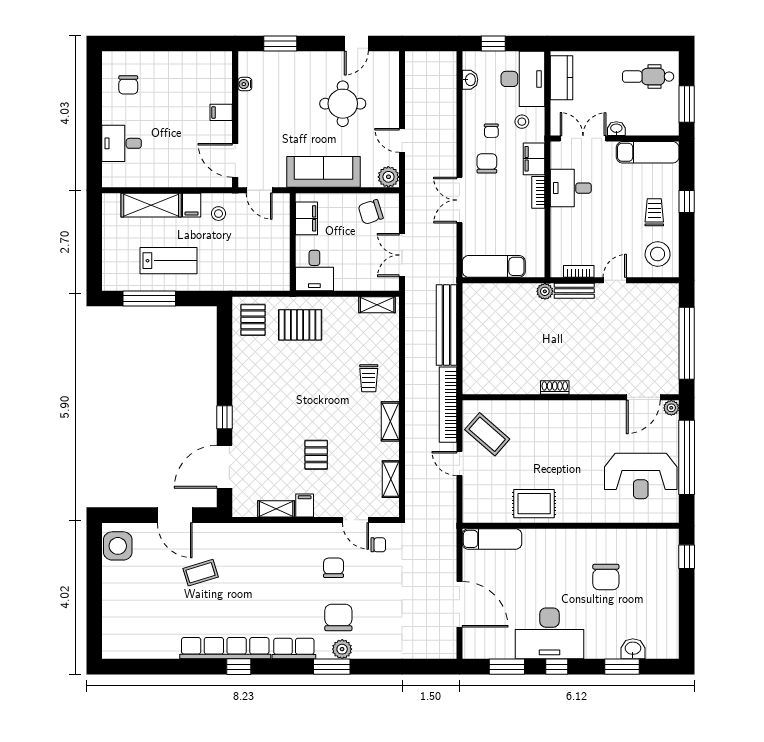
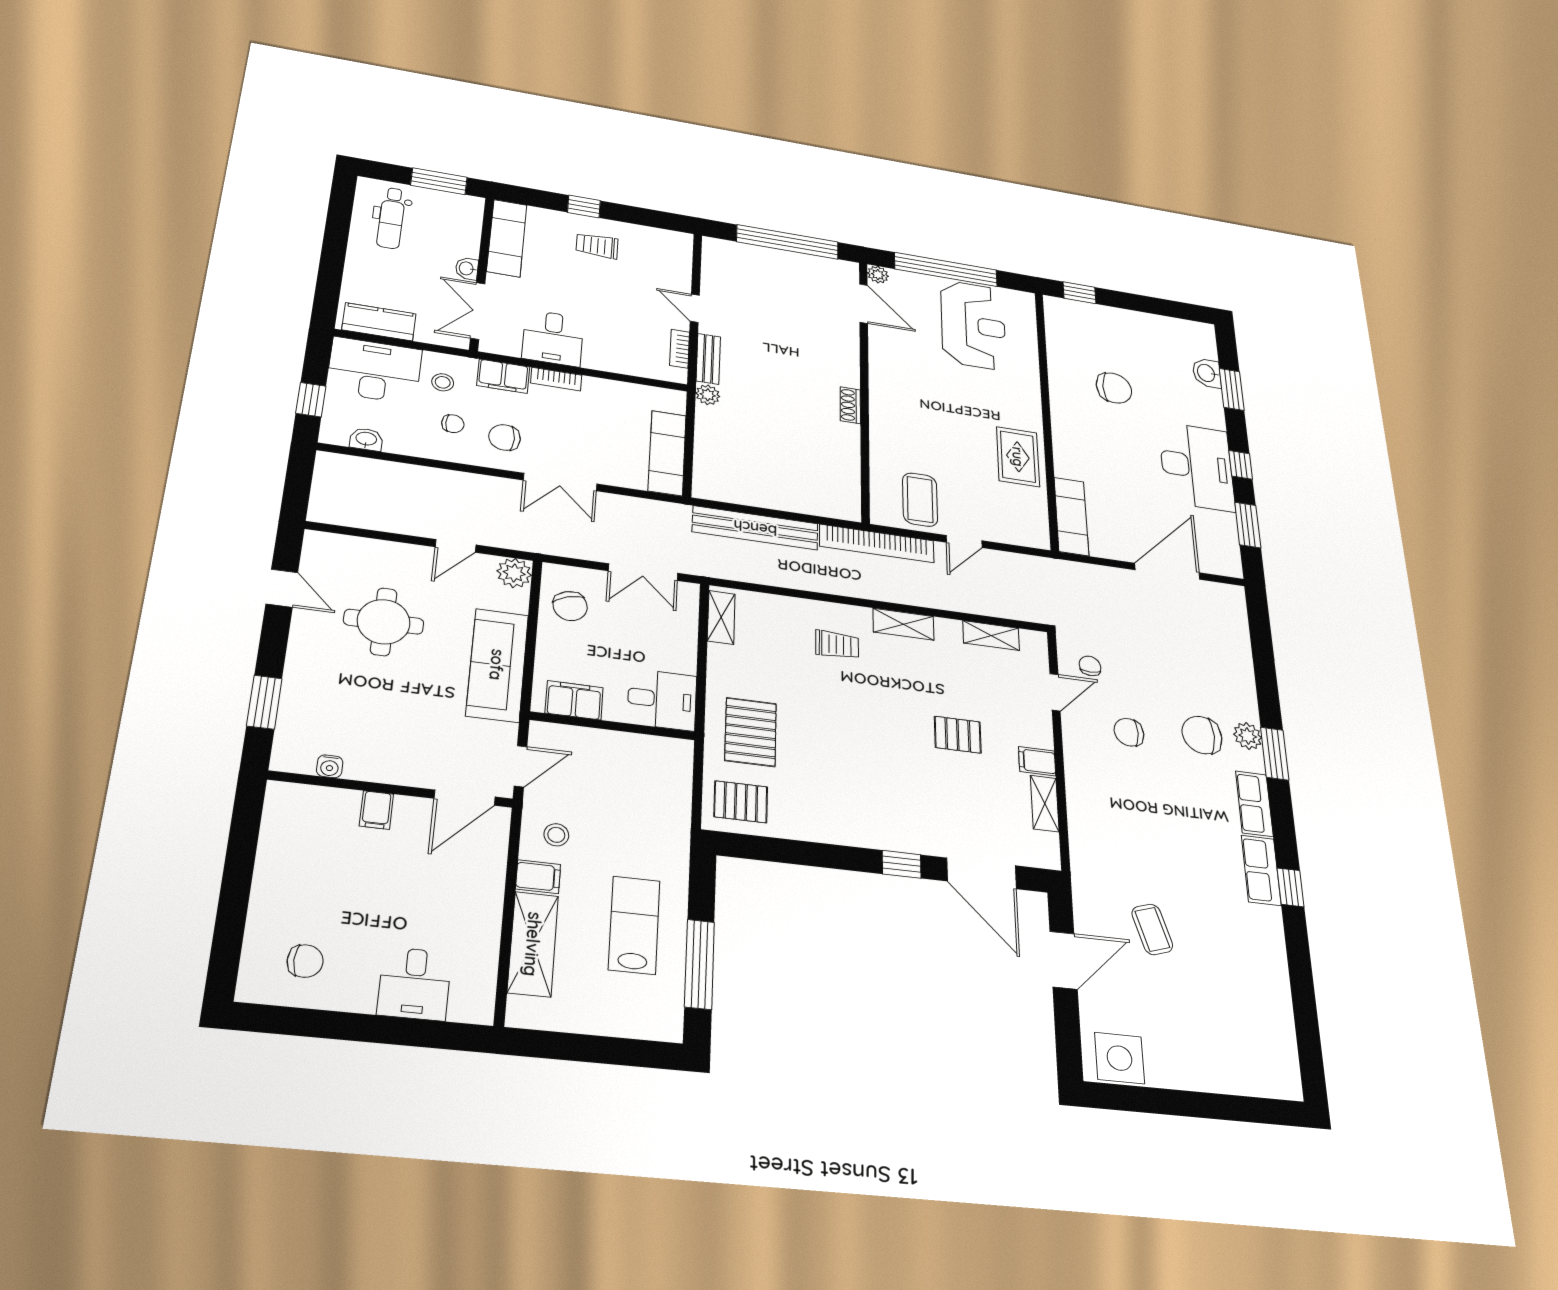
stool: (658, 254) -> (659, 252), removed
coffee table: (487, 434) -> (920, 500), turned -41
row of seats: (225, 648) -> (1261, 870), width x0.50

